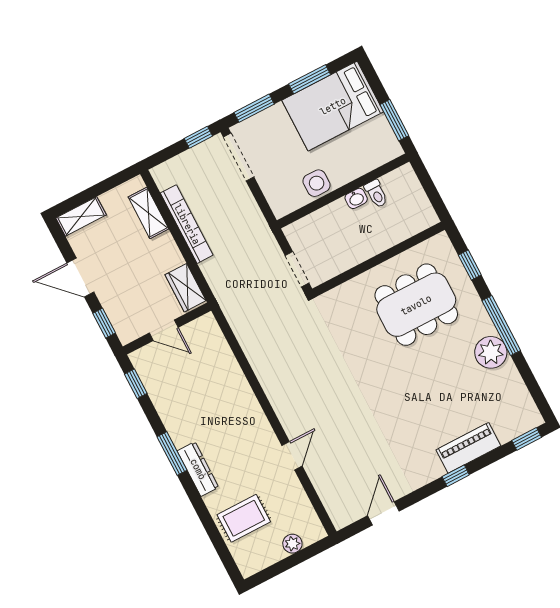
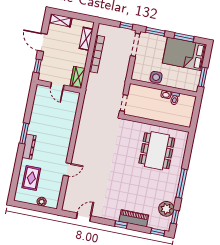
window: (470, 265) -> (175, 217), moved
dining table: (416, 305) -> (157, 151), turned 90
plant: (491, 352) -> (166, 209), moved
window: (136, 384) -> (31, 97), removed
rug: (244, 518) -> (31, 178), turned 90

